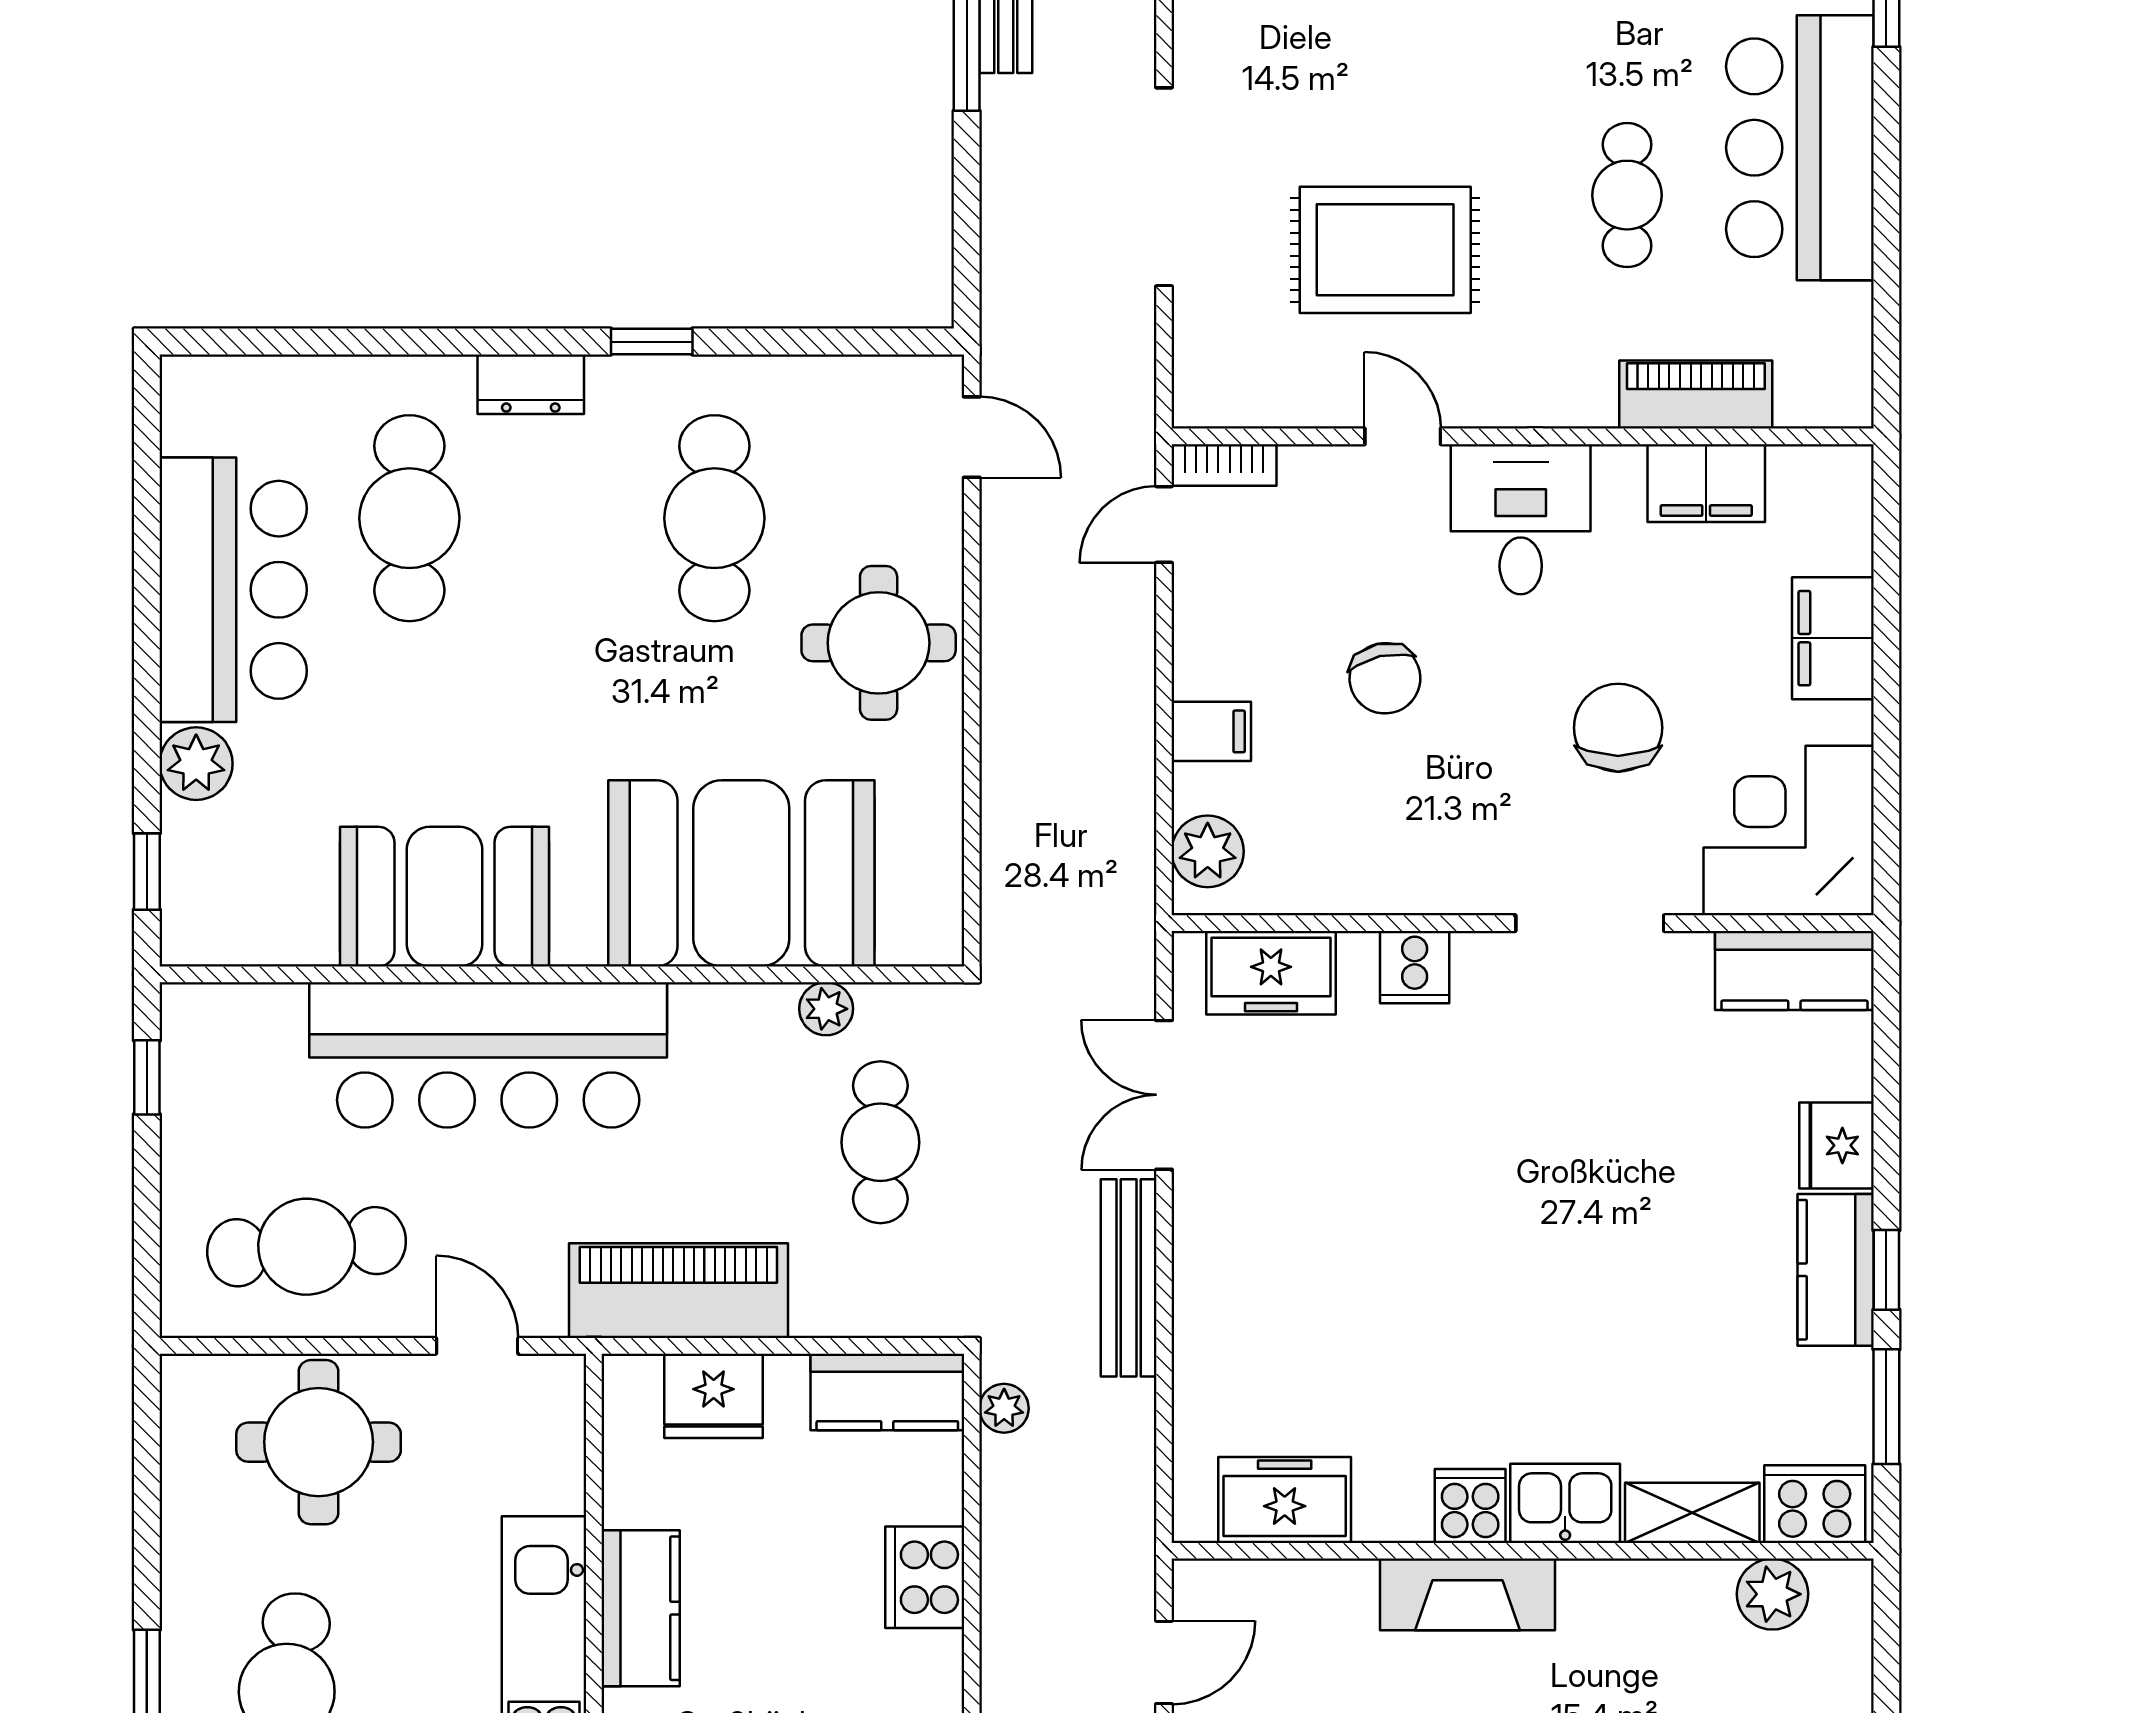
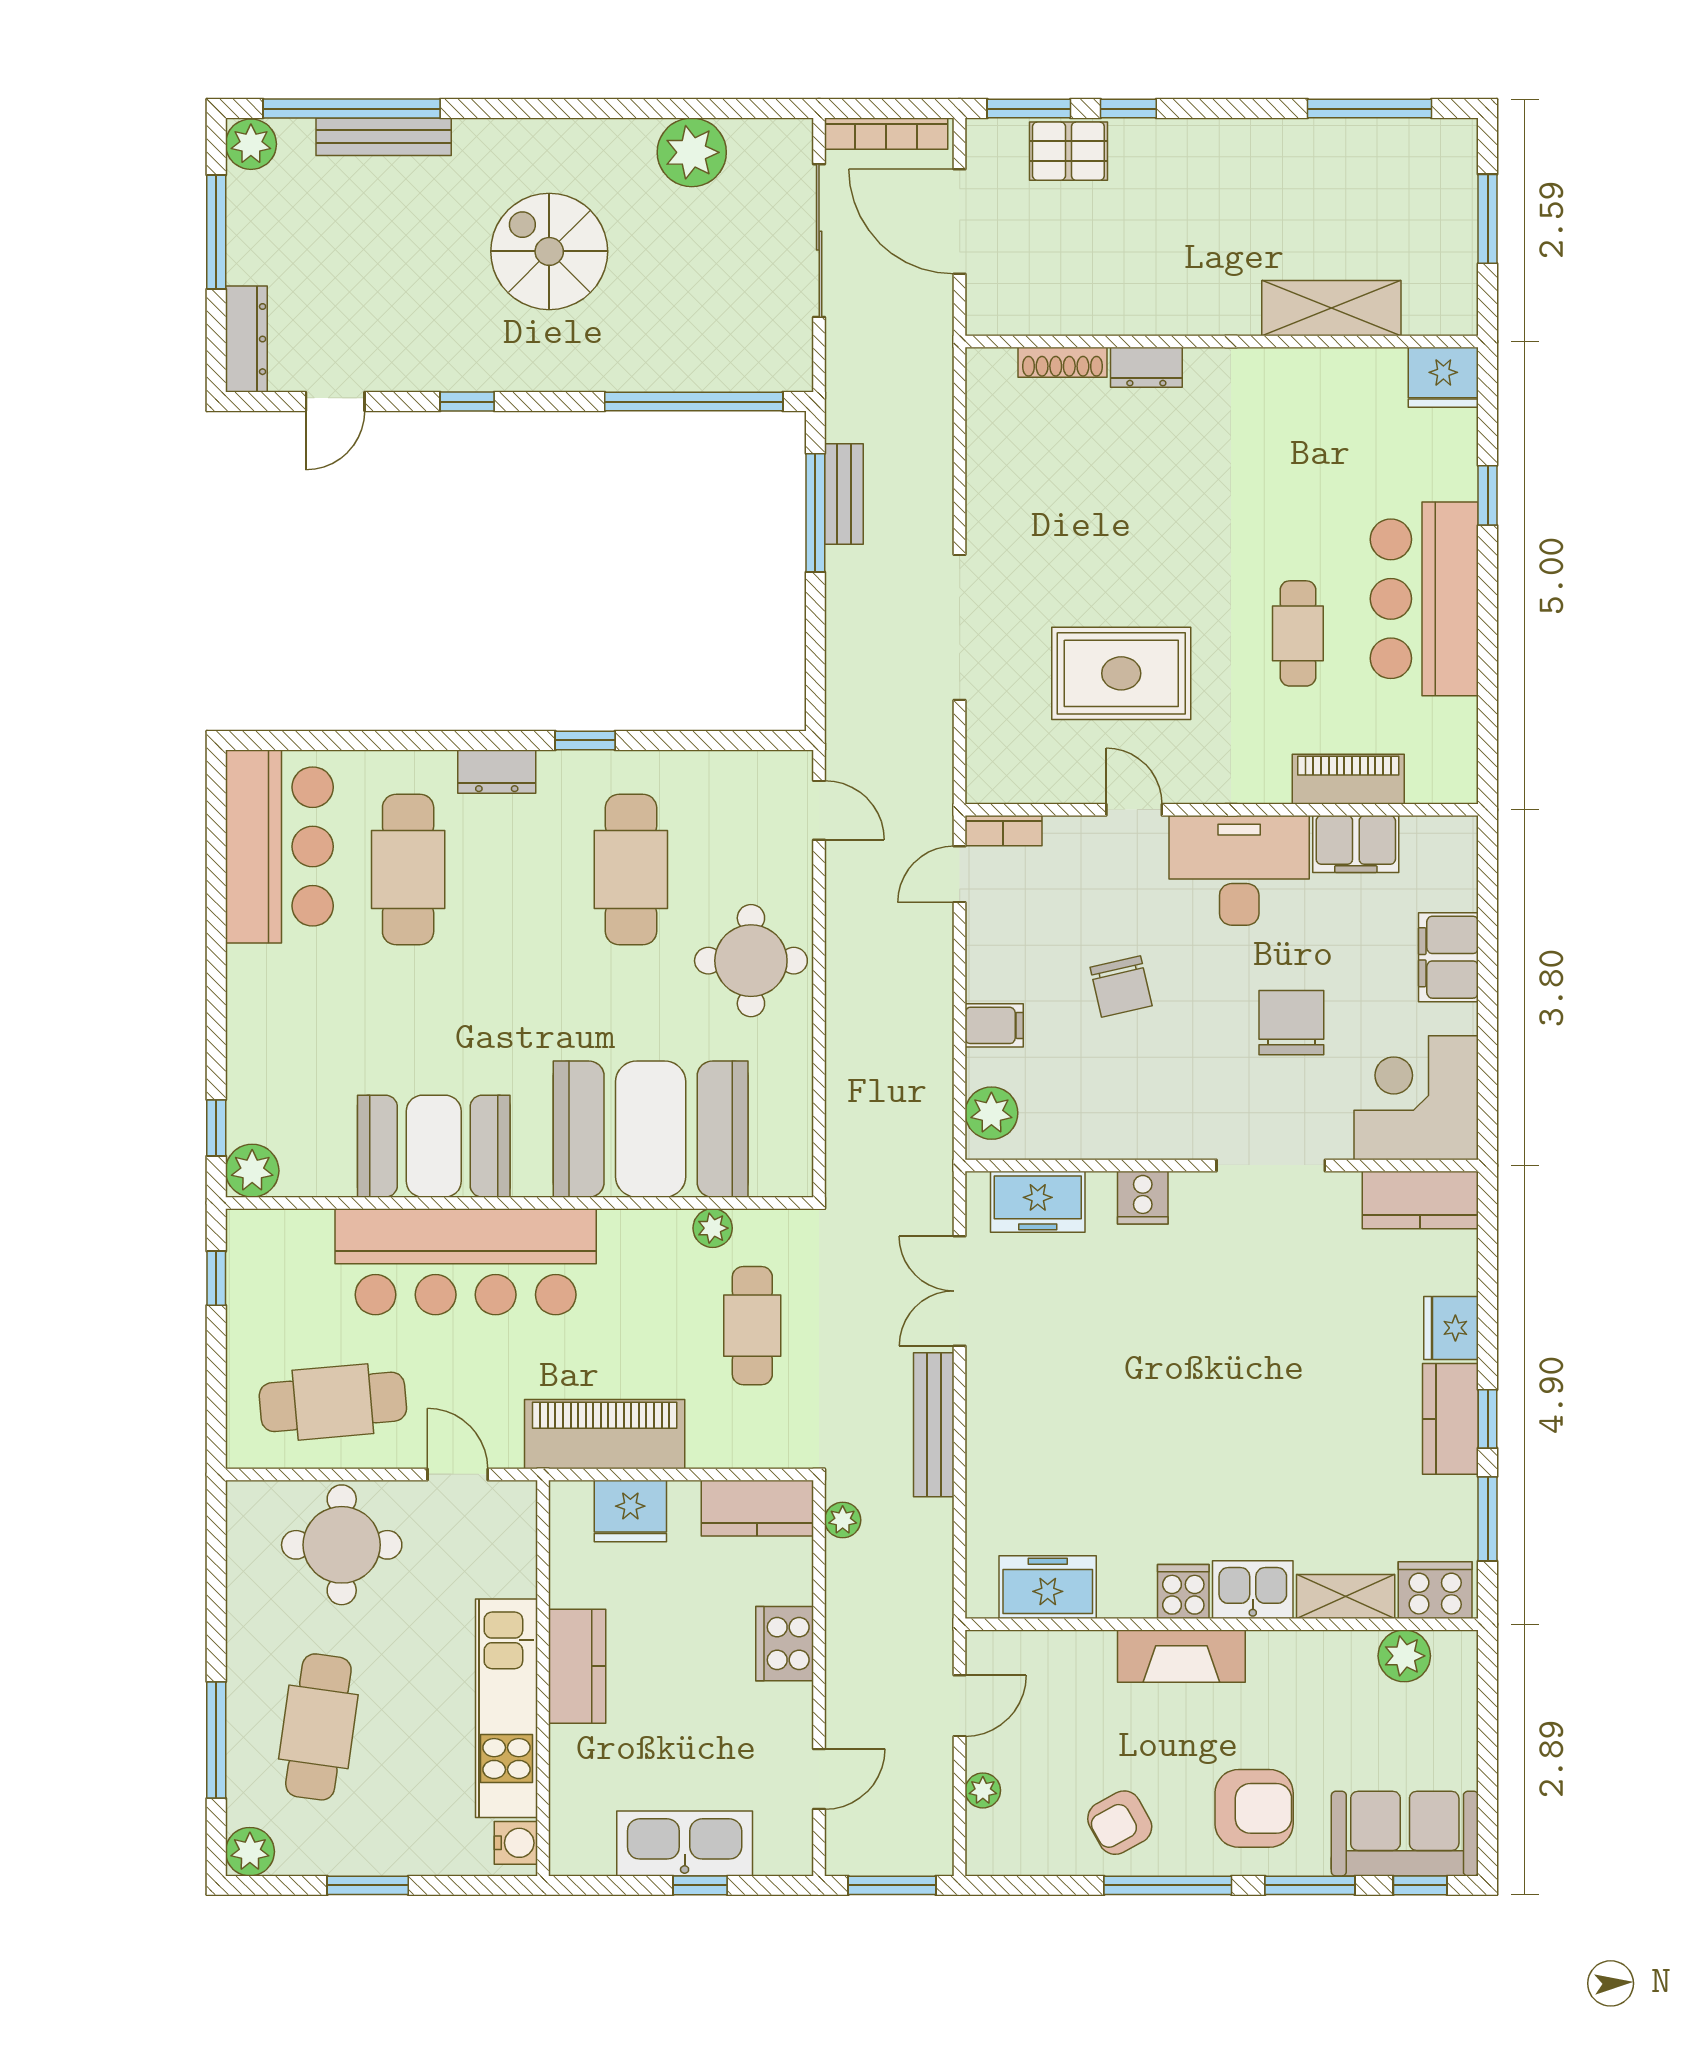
desk: (1521, 519) -> (1239, 870), width x1.37
bar counter: (233, 590) -> (279, 847), moved
plant: (196, 764) -> (252, 1171), moved

